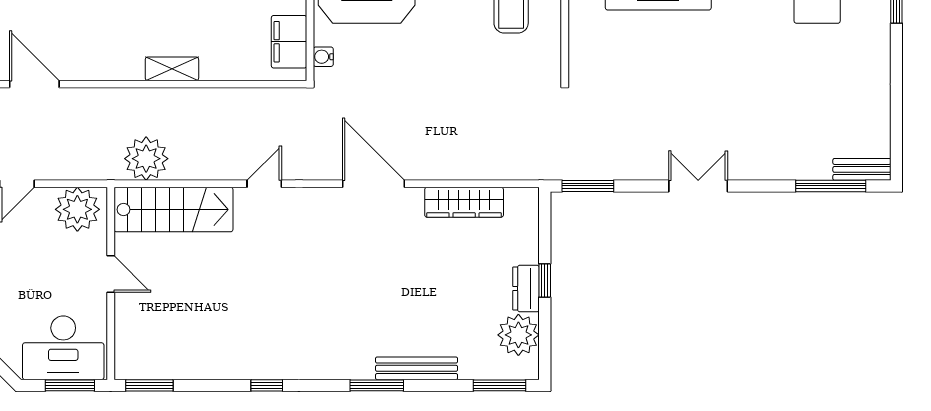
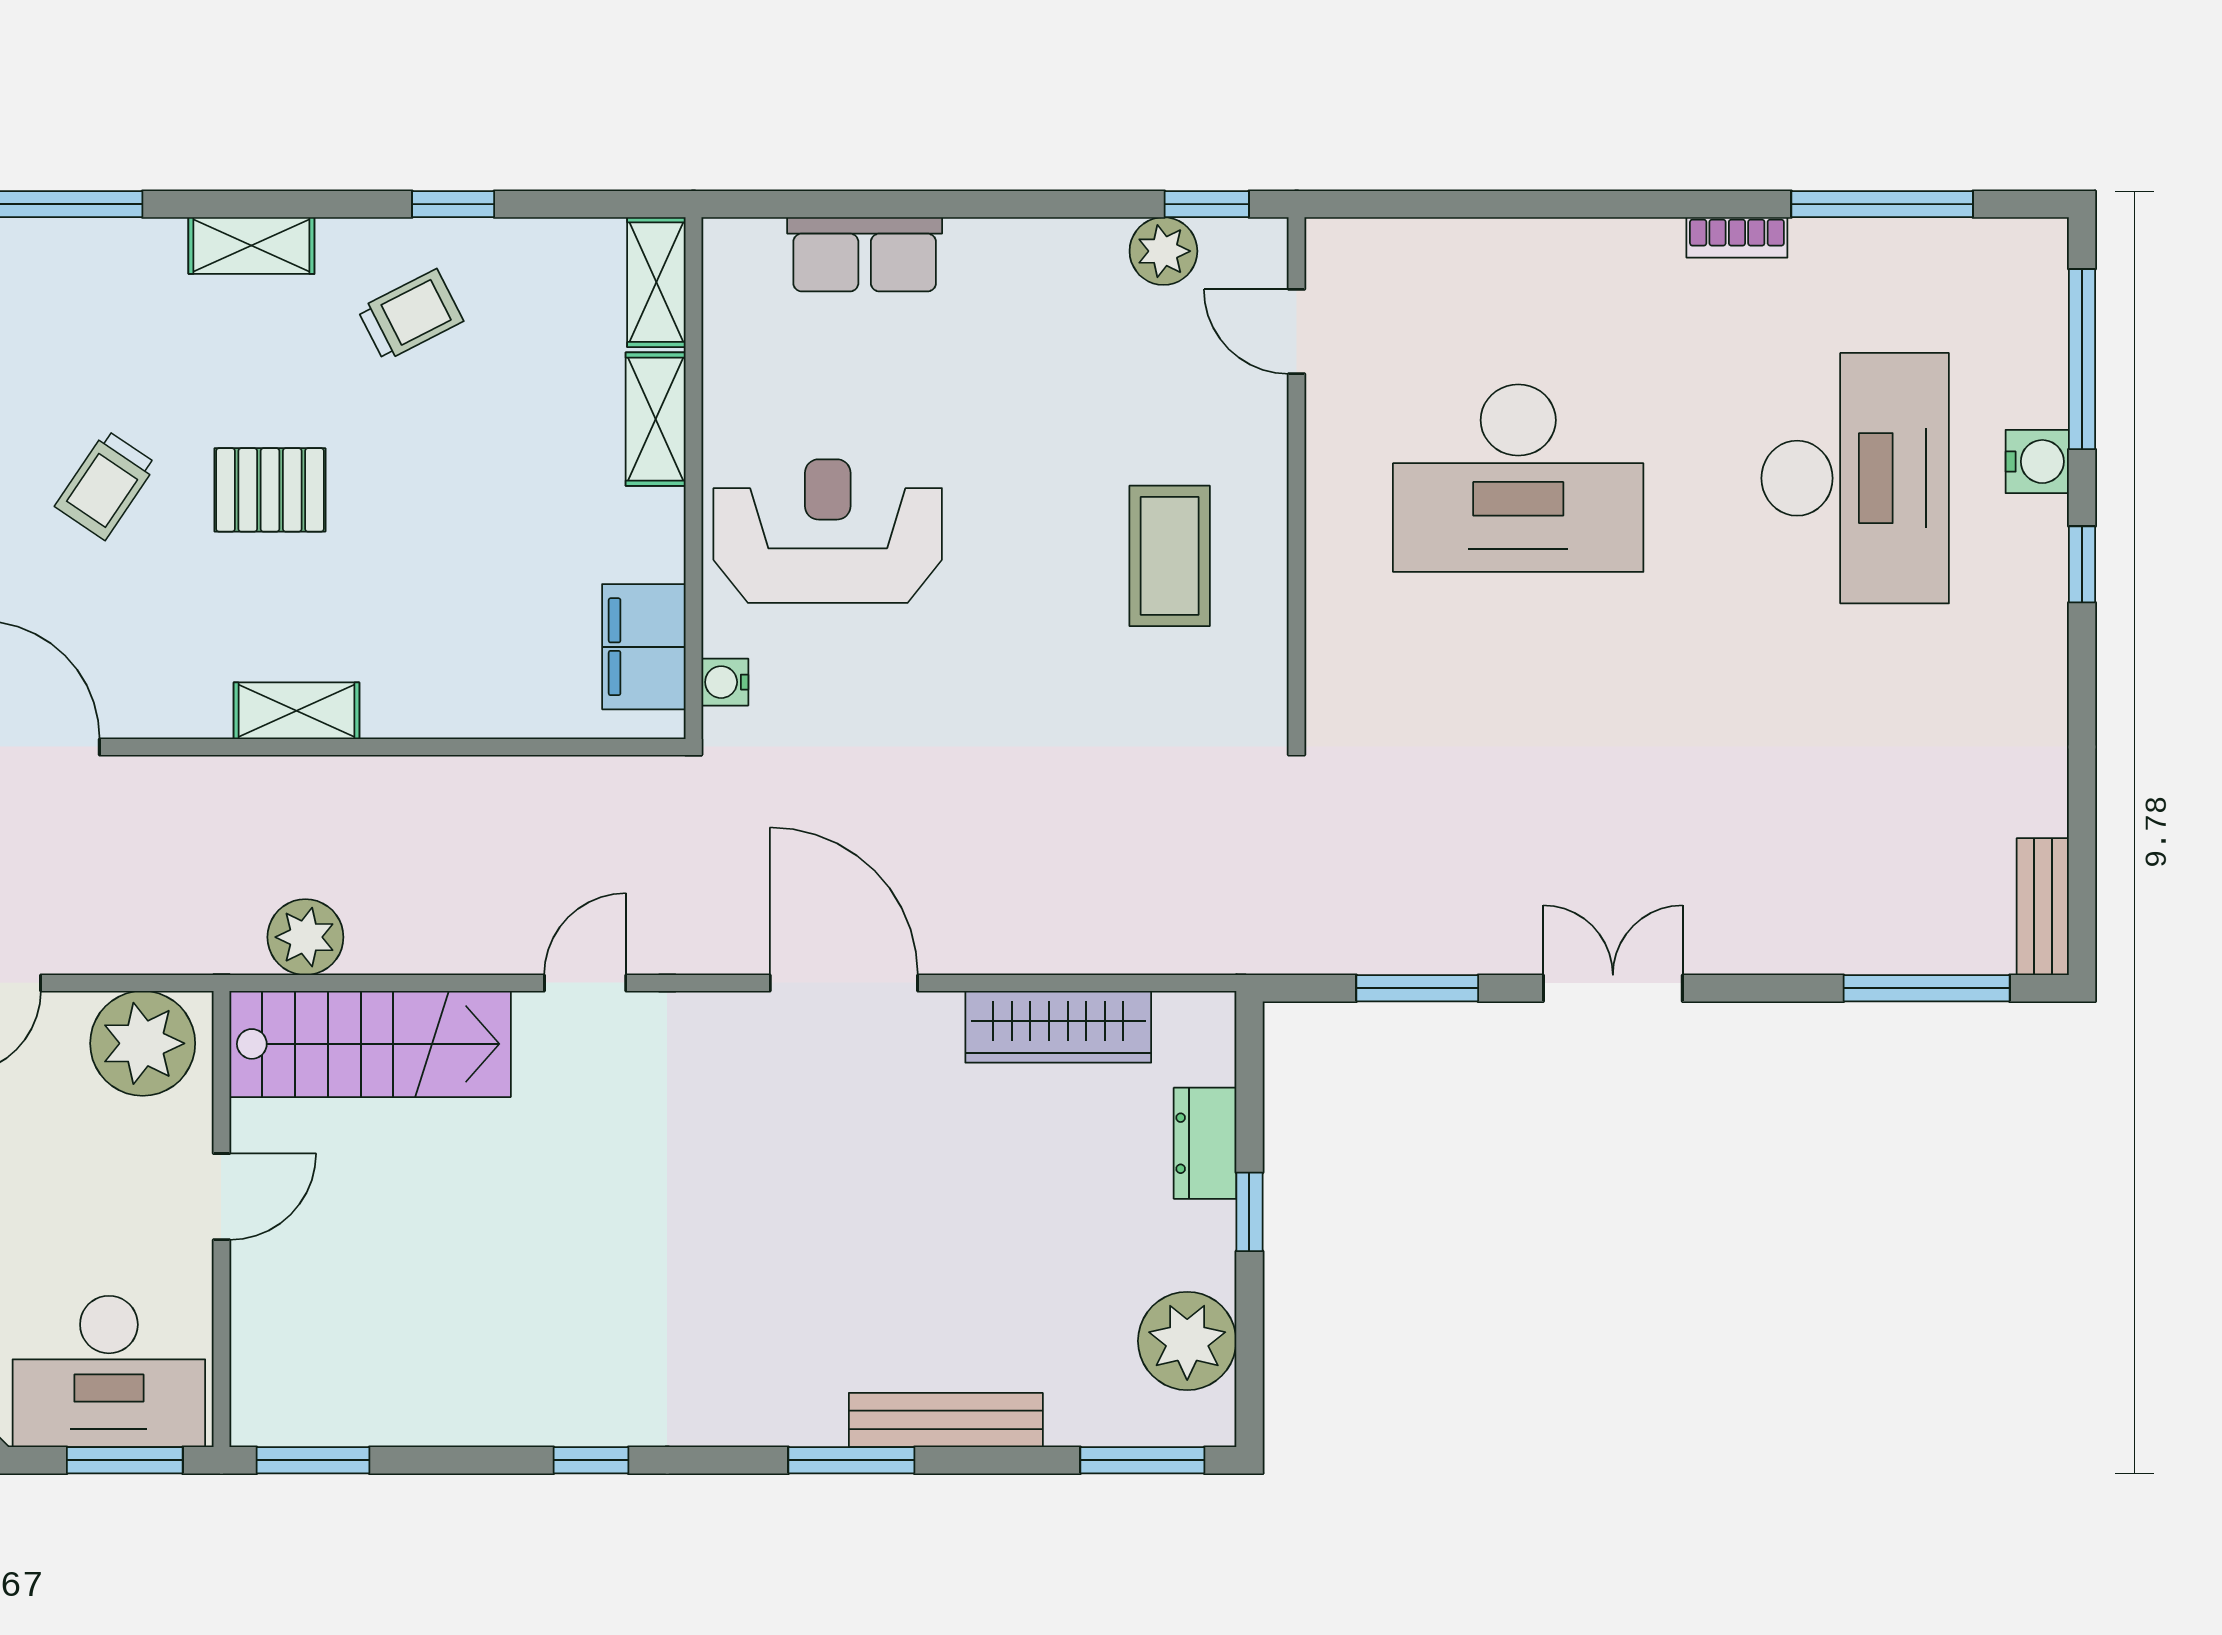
shelving: (172, 69) -> (296, 711), moved
plant: (146, 159) -> (305, 937), width x0.73, depth x0.73
bench: (862, 169) -> (2043, 907), moved, turned 90
window: (588, 186) -> (1417, 988), moved
door: (111, 274) -> (221, 1197), hinge flipped
dresser: (526, 288) -> (1205, 1143), moved

